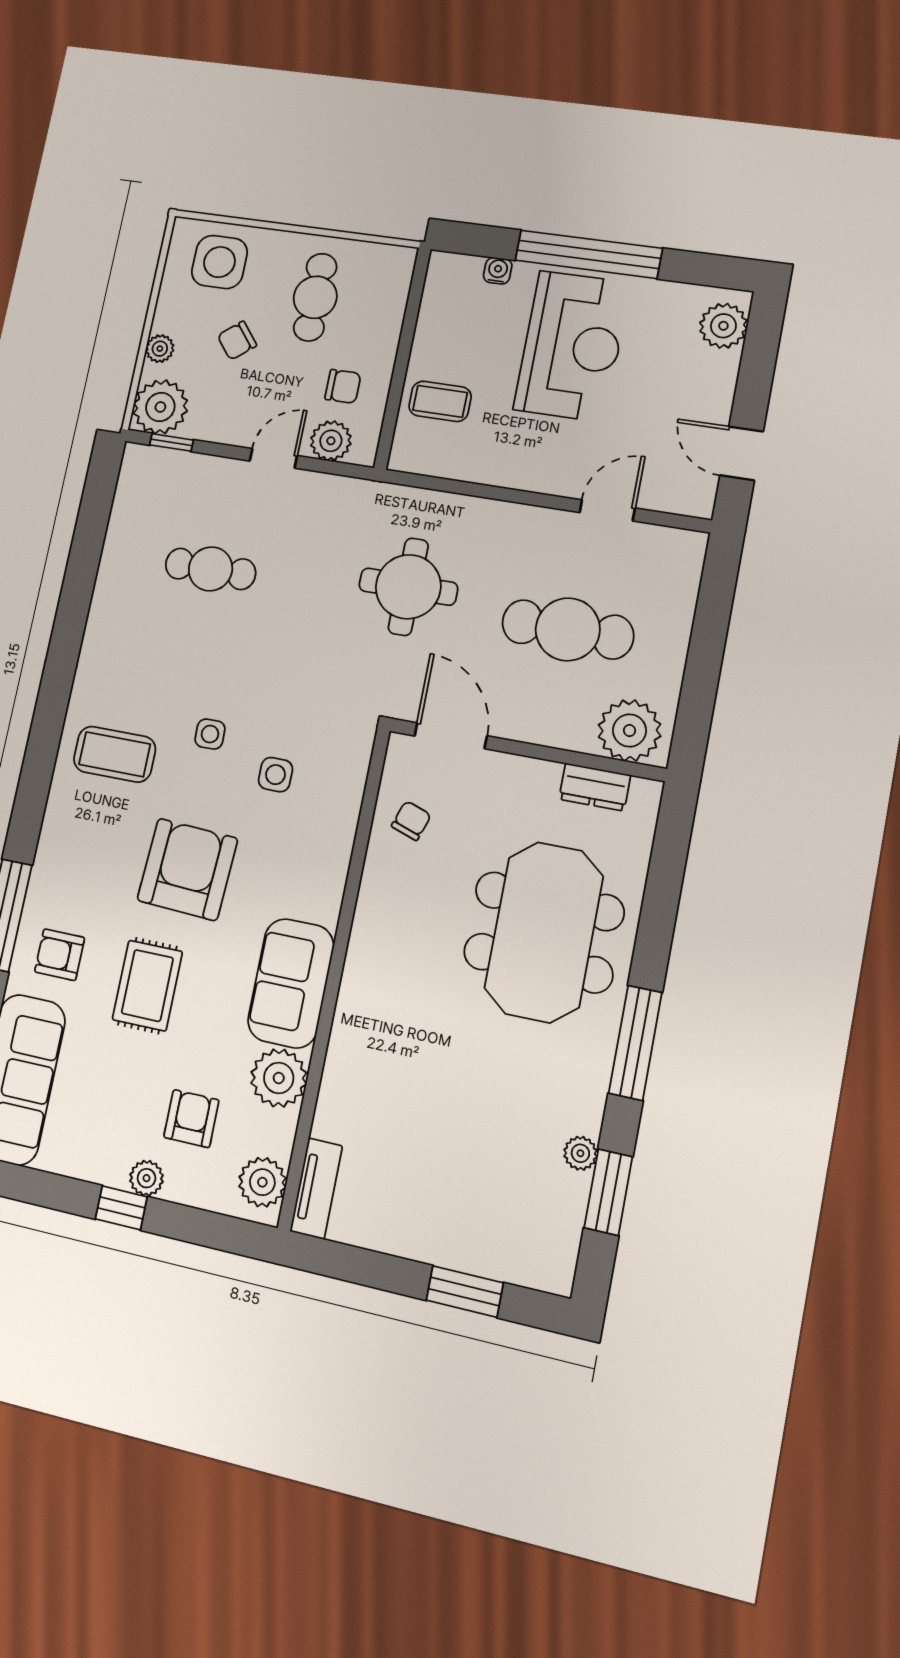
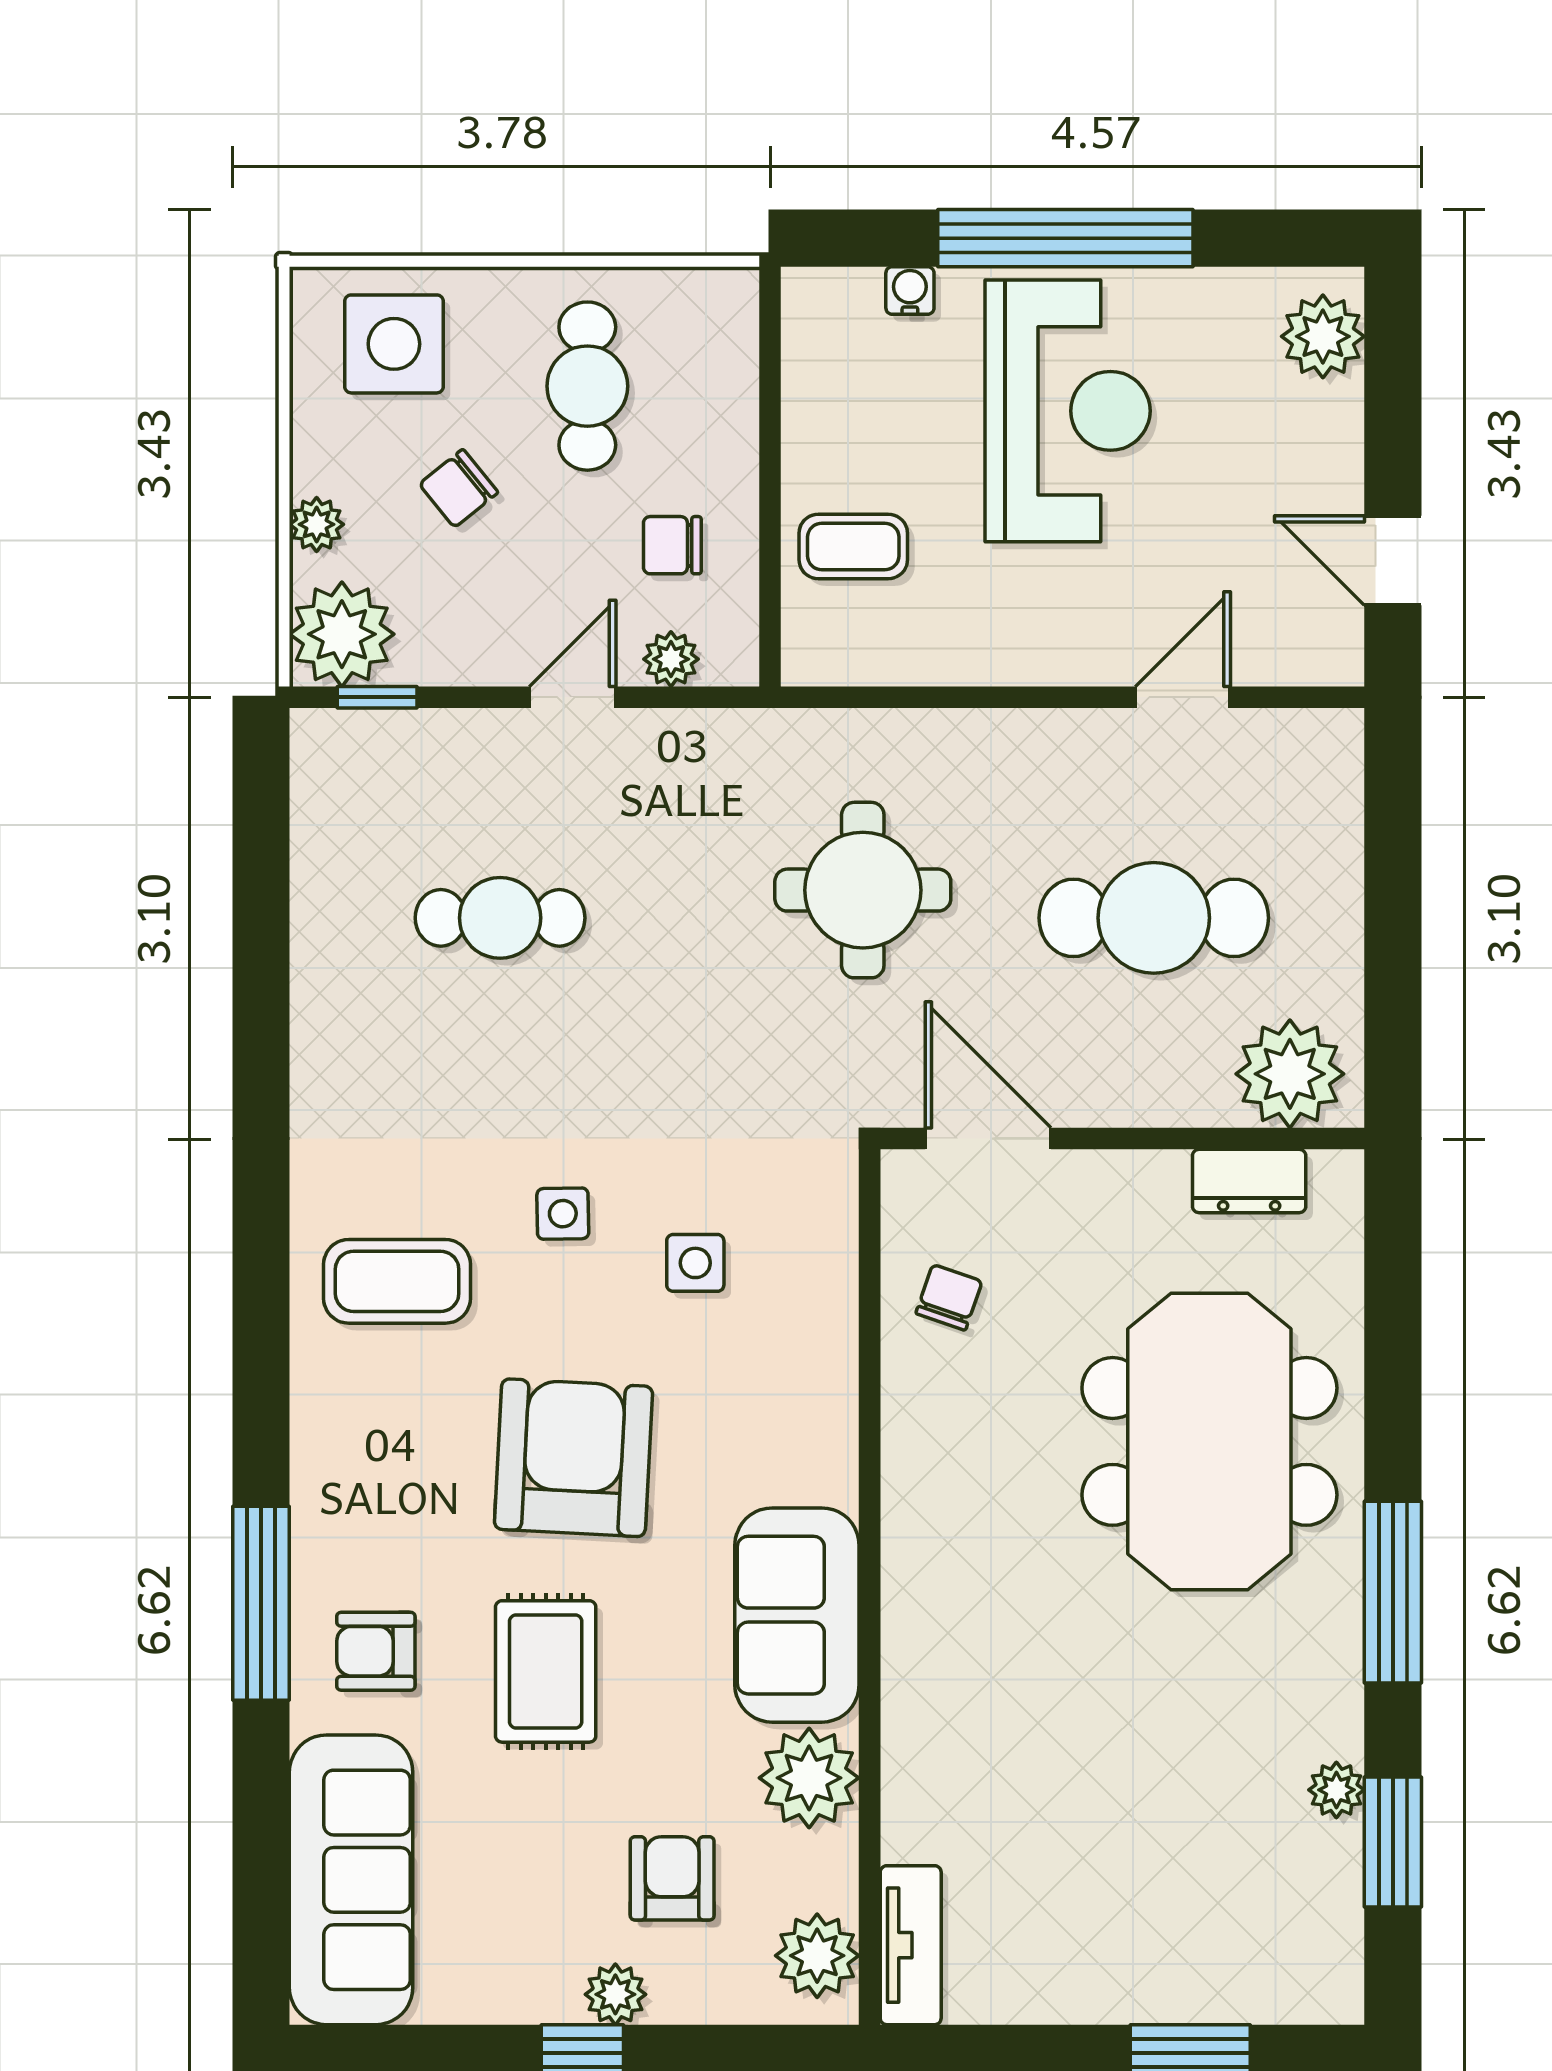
chair: (343, 386) -> (672, 545), turned 180
plant: (331, 441) -> (671, 659), width x0.73, depth x0.73

